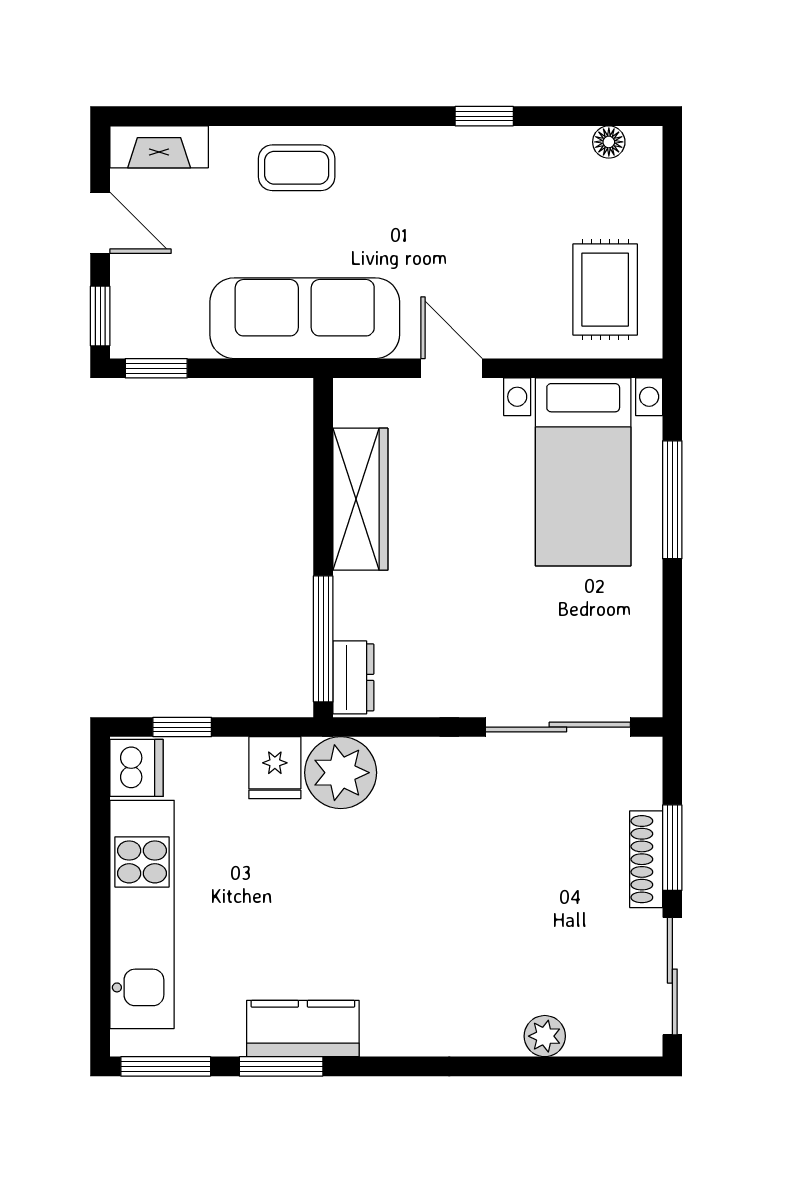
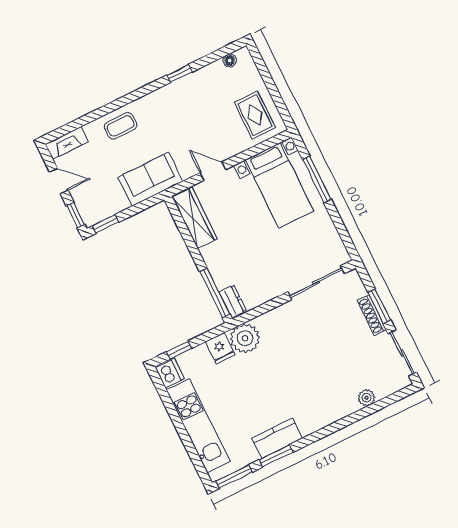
sofa: (305, 318) -> (150, 179), width x0.73
wardrobe: (360, 499) -> (195, 218), moved

